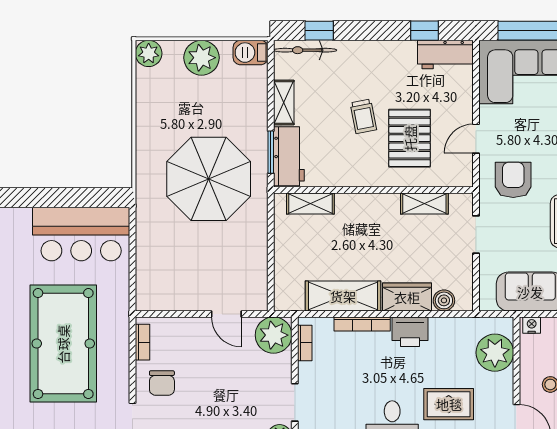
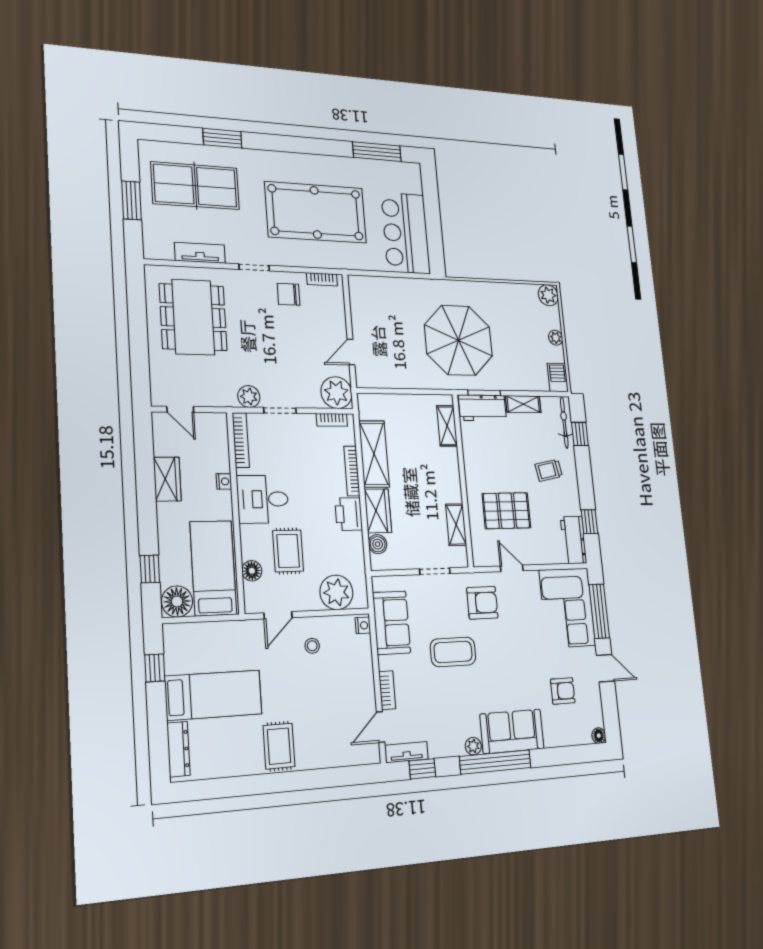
plant: (201, 58) -> (556, 338), width x0.53, depth x0.53
trolley: (363, 116) -> (549, 470), moved

